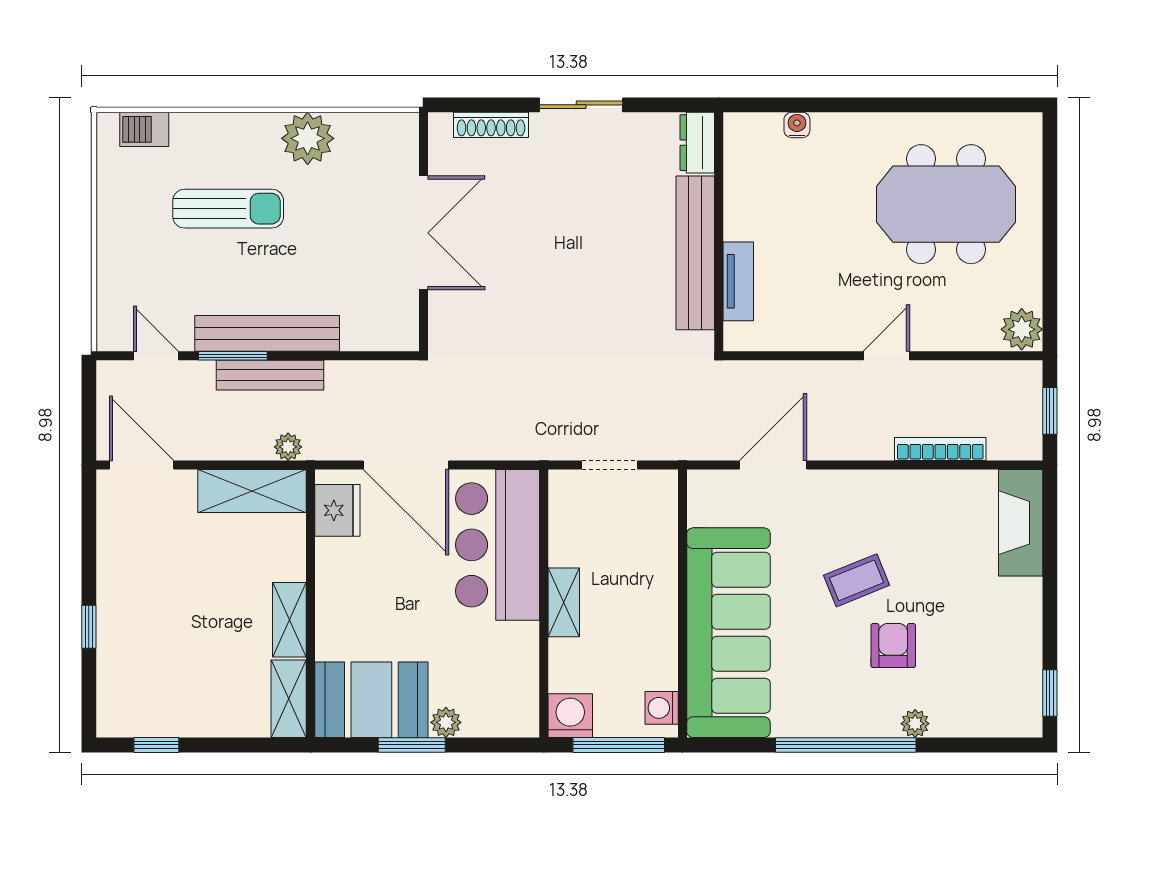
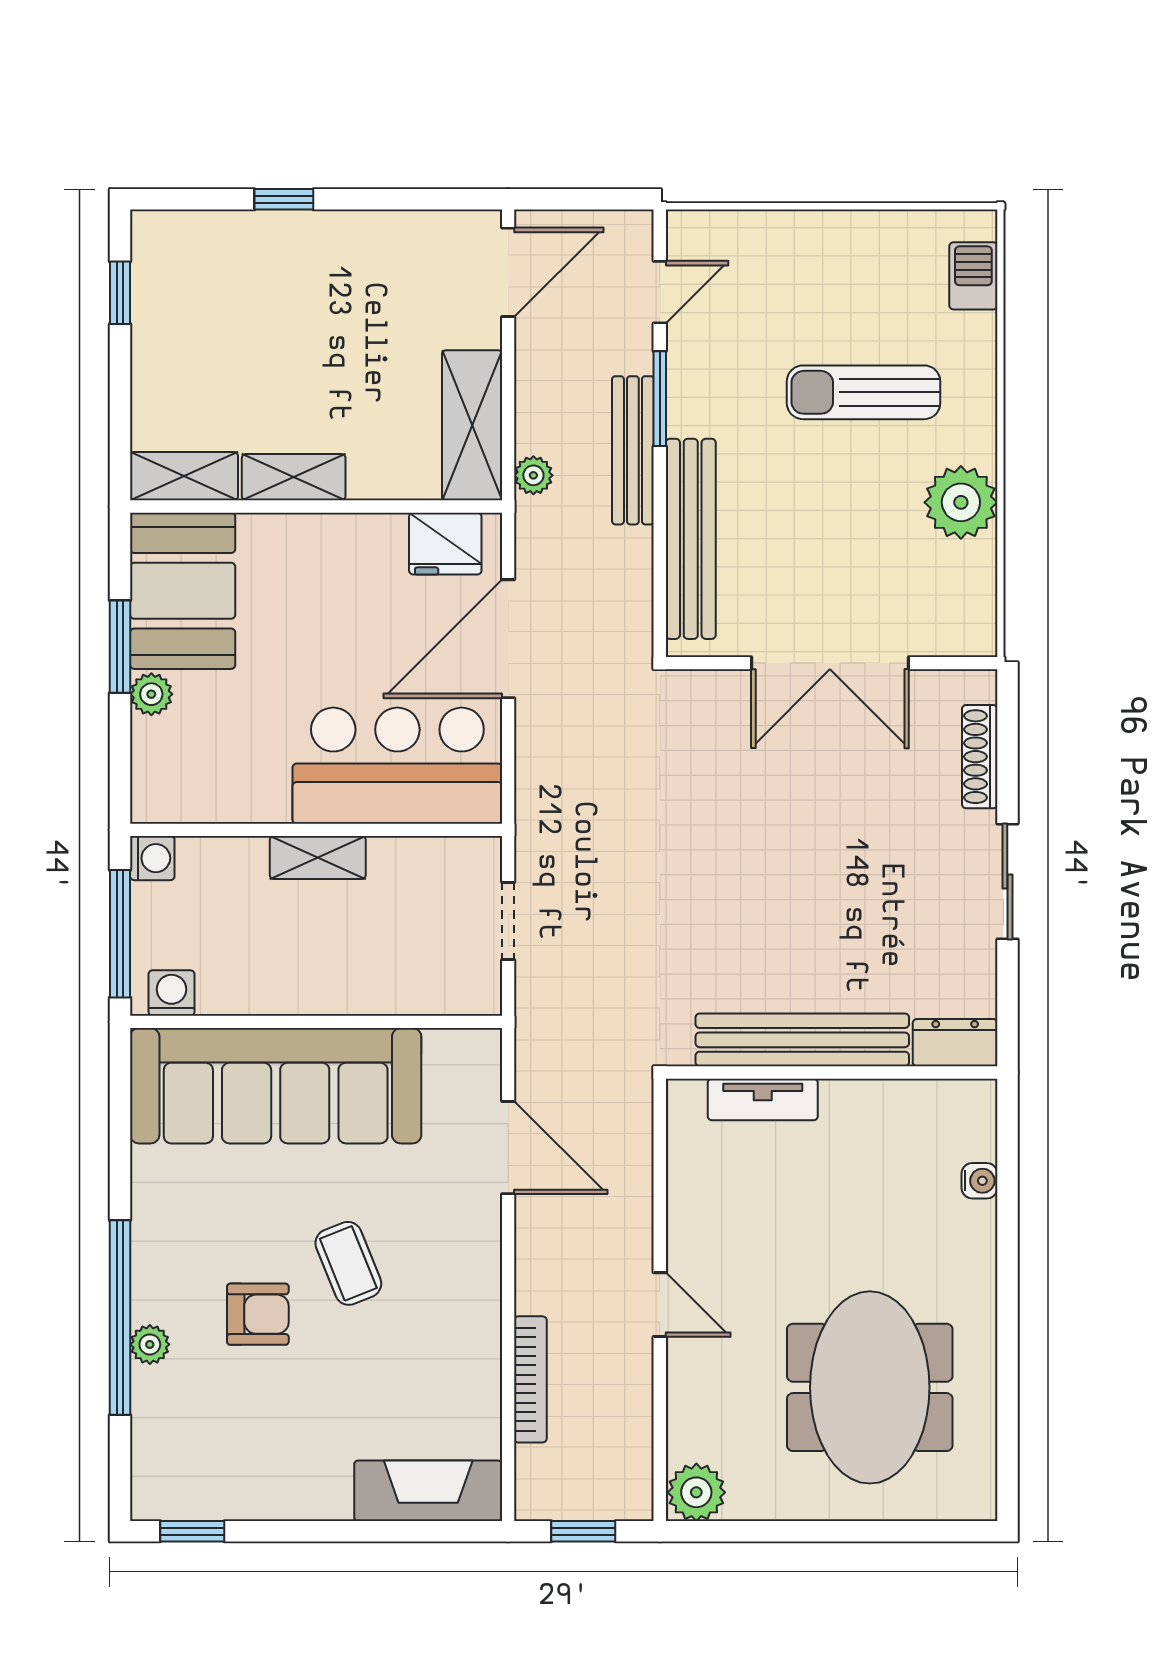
sun lounger: (228, 209) -> (864, 392), turned 90
bench: (267, 333) -> (691, 539), moved
washing machine: (570, 716) -> (152, 858), width x0.73, depth x0.73
window: (846, 745) -> (120, 1318), moved

